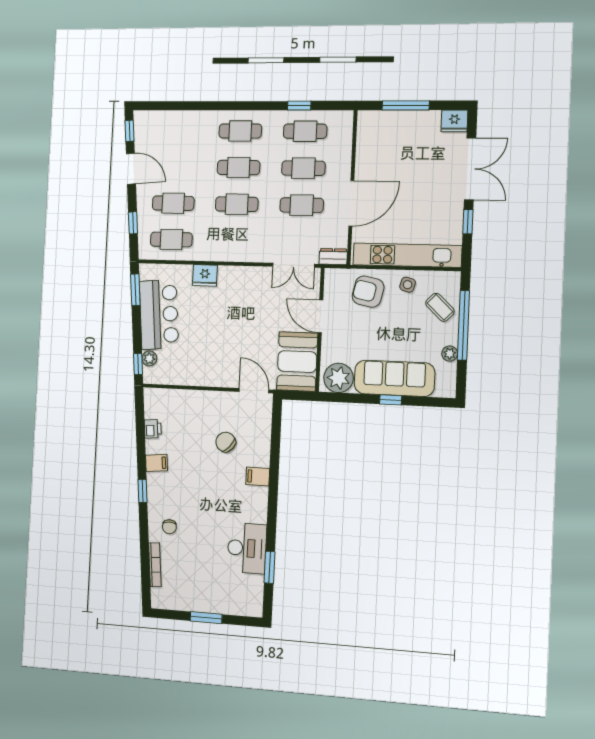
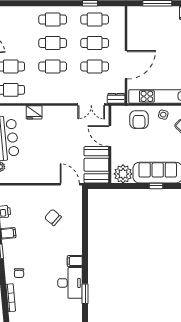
armchair: (368, 292) -> (139, 120), turned -102
filing cabinet: (258, 476) -> (75, 261), moved

